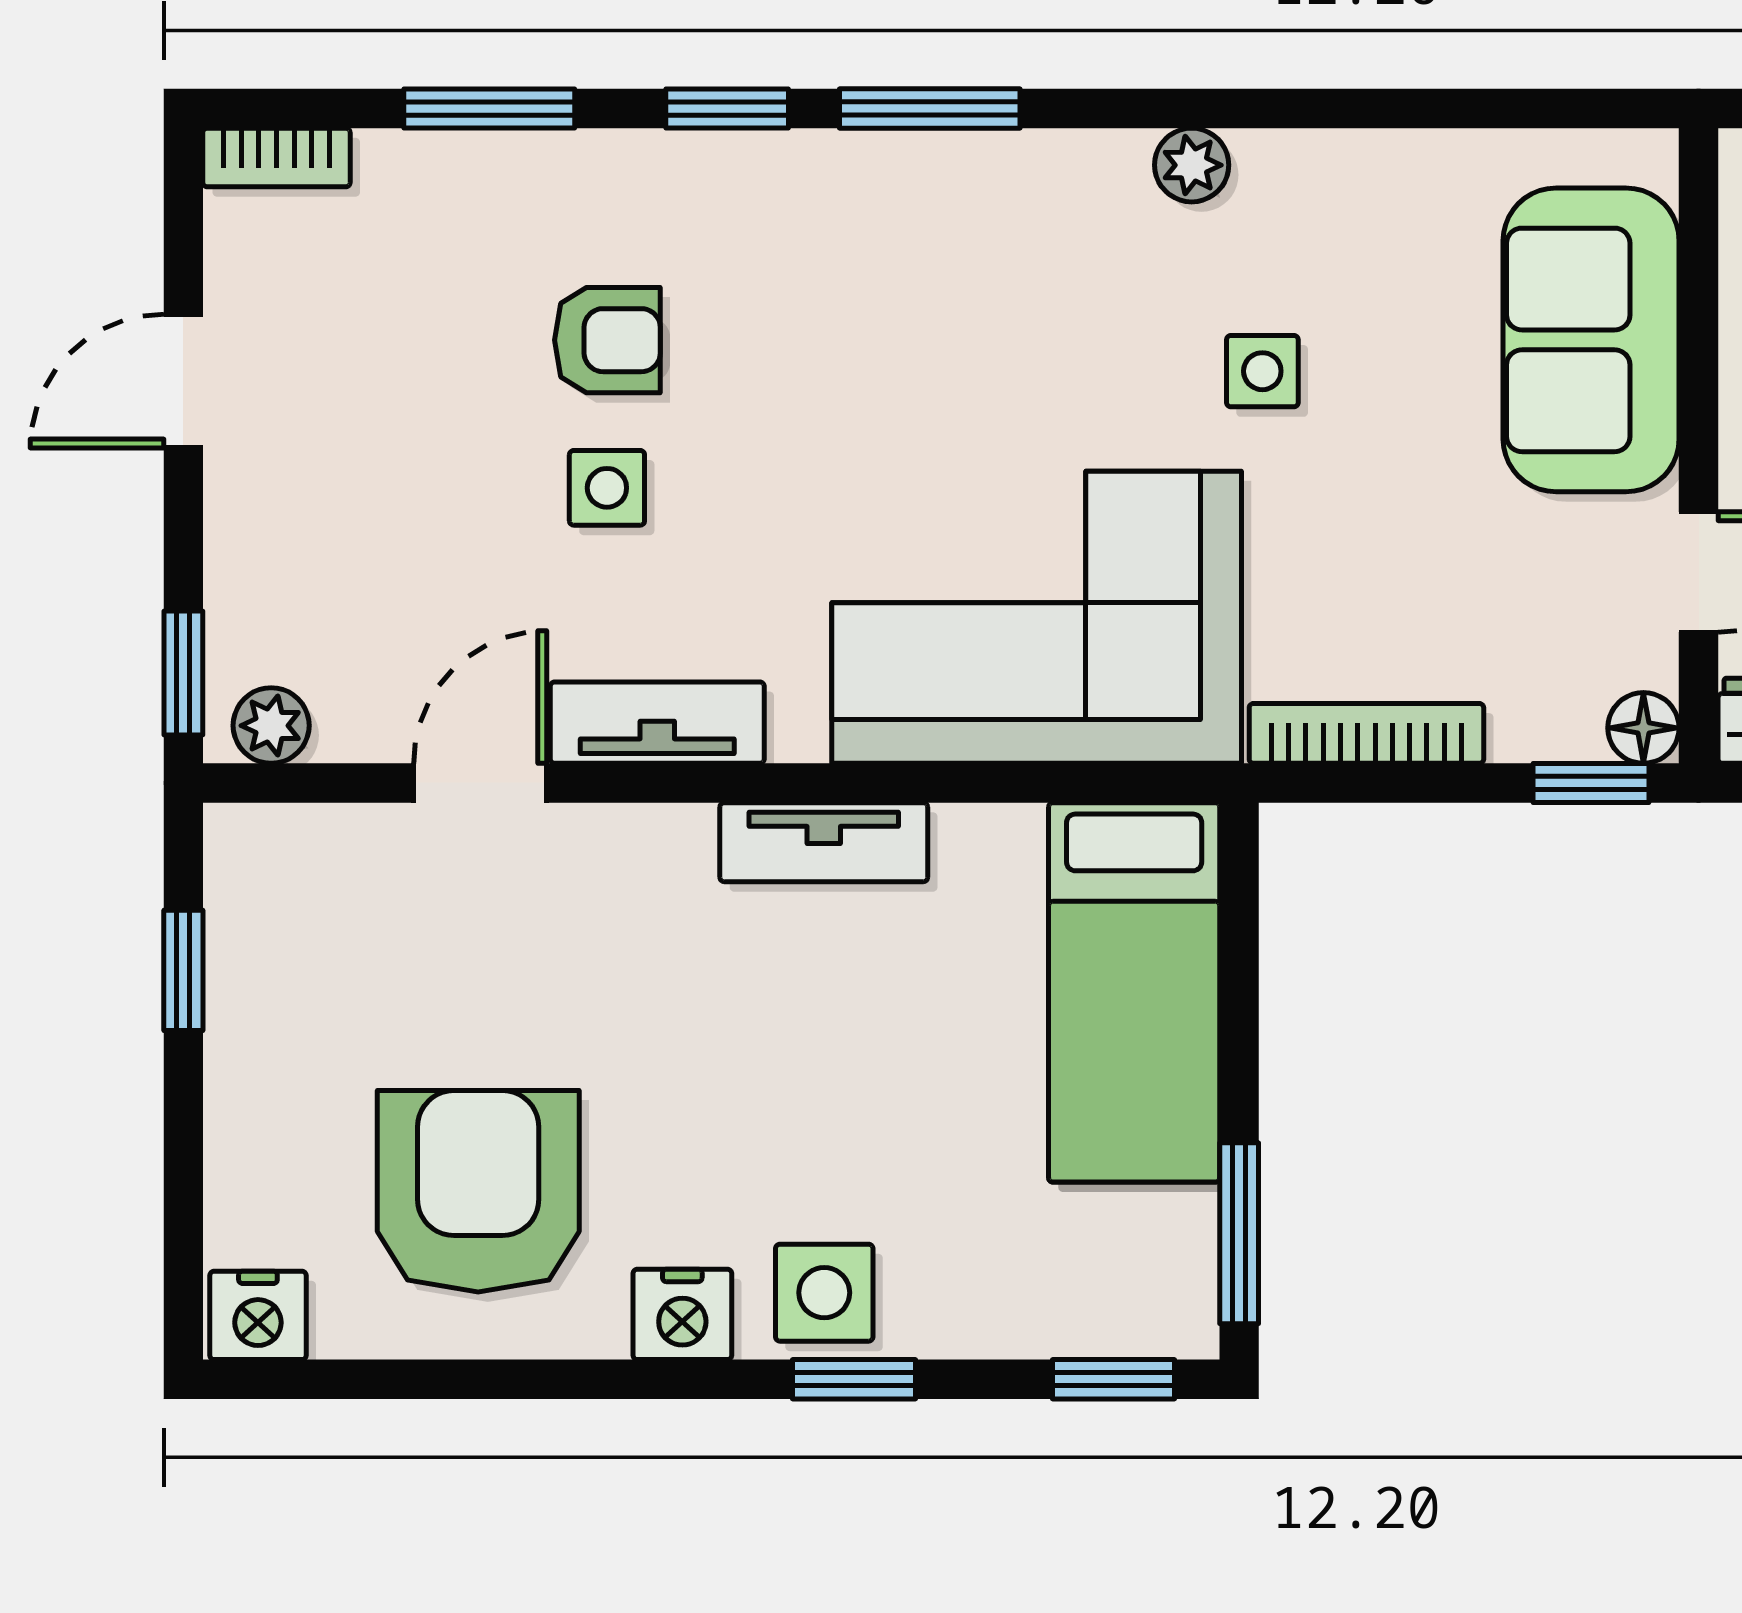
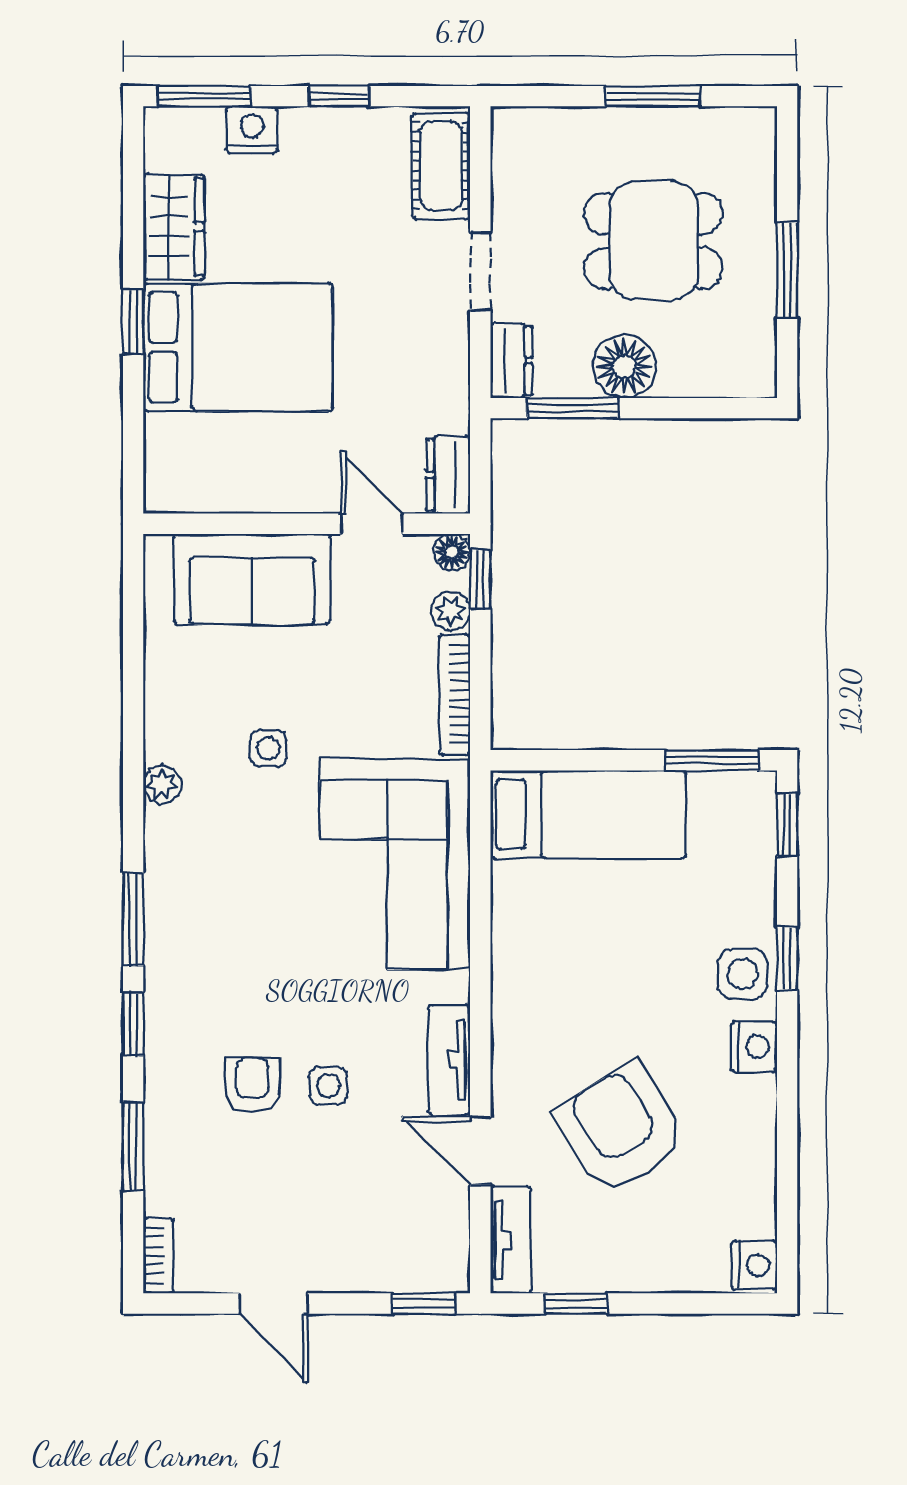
plant: (271, 726) -> (451, 611), moved
tv unit: (824, 842) -> (511, 1240), moved
armchair: (478, 1191) -> (621, 1128), moved, turned 58

